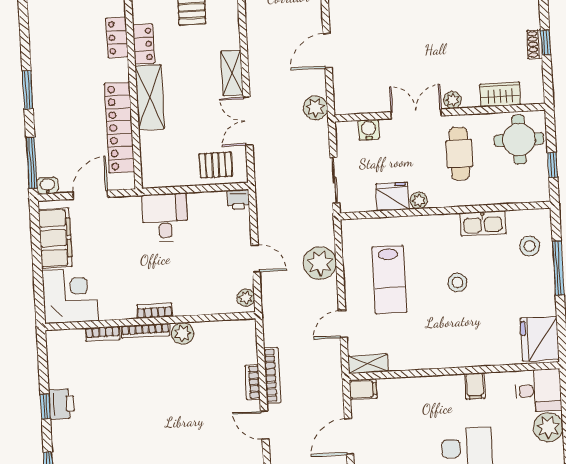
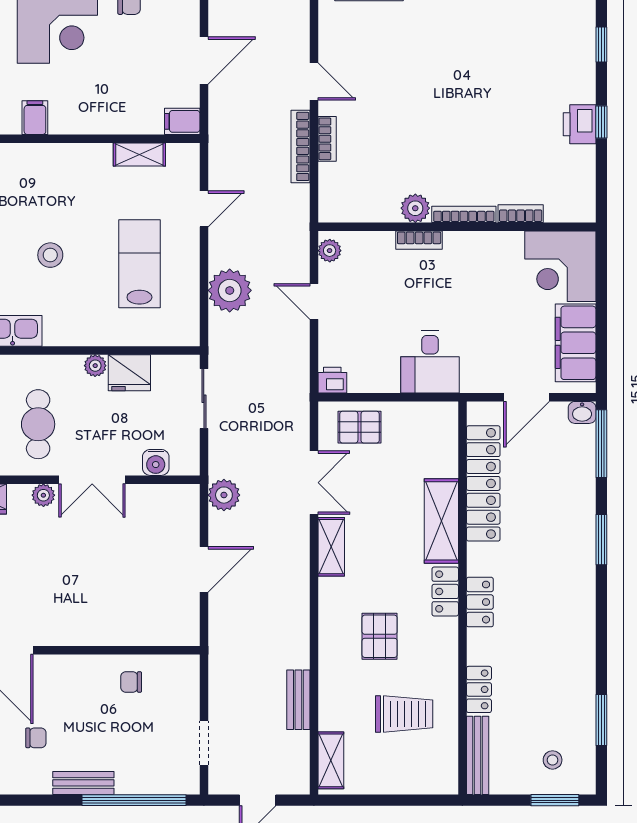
bookcase: (155, 311) -> (419, 240), moved
shelving: (368, 364) -> (139, 155), moved

